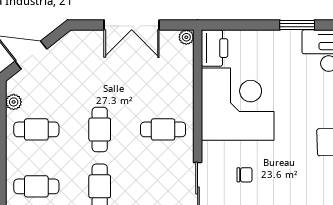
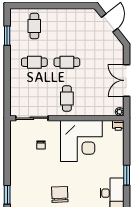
printer: (214, 48) -> (118, 125), width x0.53, depth x0.68
plant: (14, 102) -> (83, 13), removed
cafe table: (36, 129) -> (67, 26), removed

